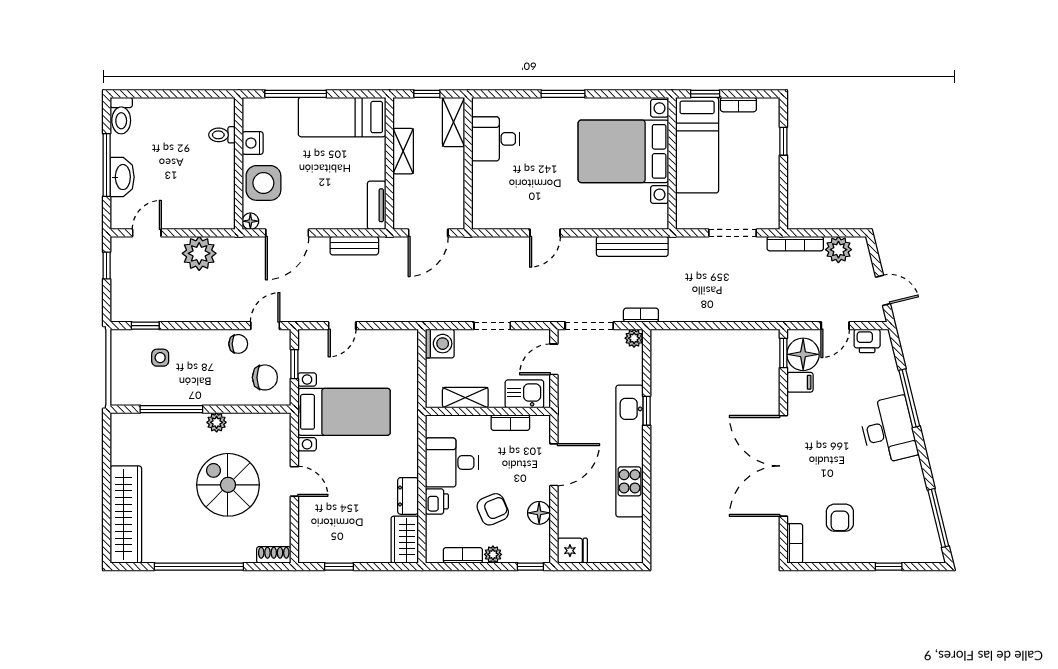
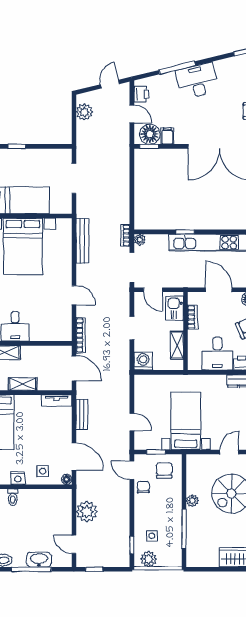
side table: (263, 183) -> (43, 471), width x0.54, depth x0.54
bookcase: (795, 244) -> (81, 335), moved
plant: (123, 352) -> (149, 559), added

